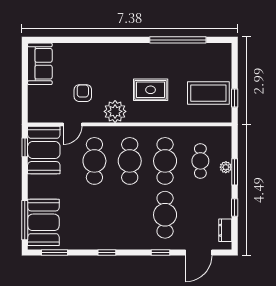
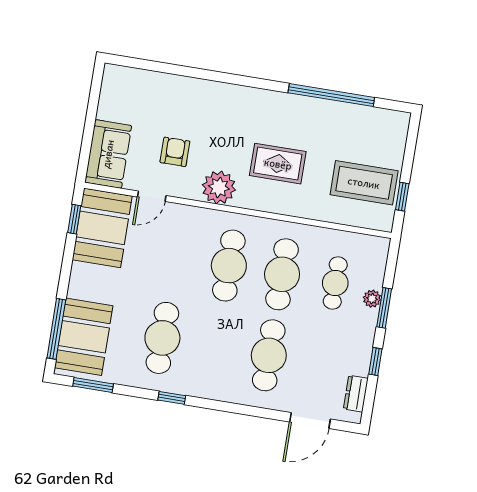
sofa: (40, 64) -> (108, 154), moved
cafe table: (94, 161) -> (162, 338), moved
window: (161, 253) -> (253, 411), removed

